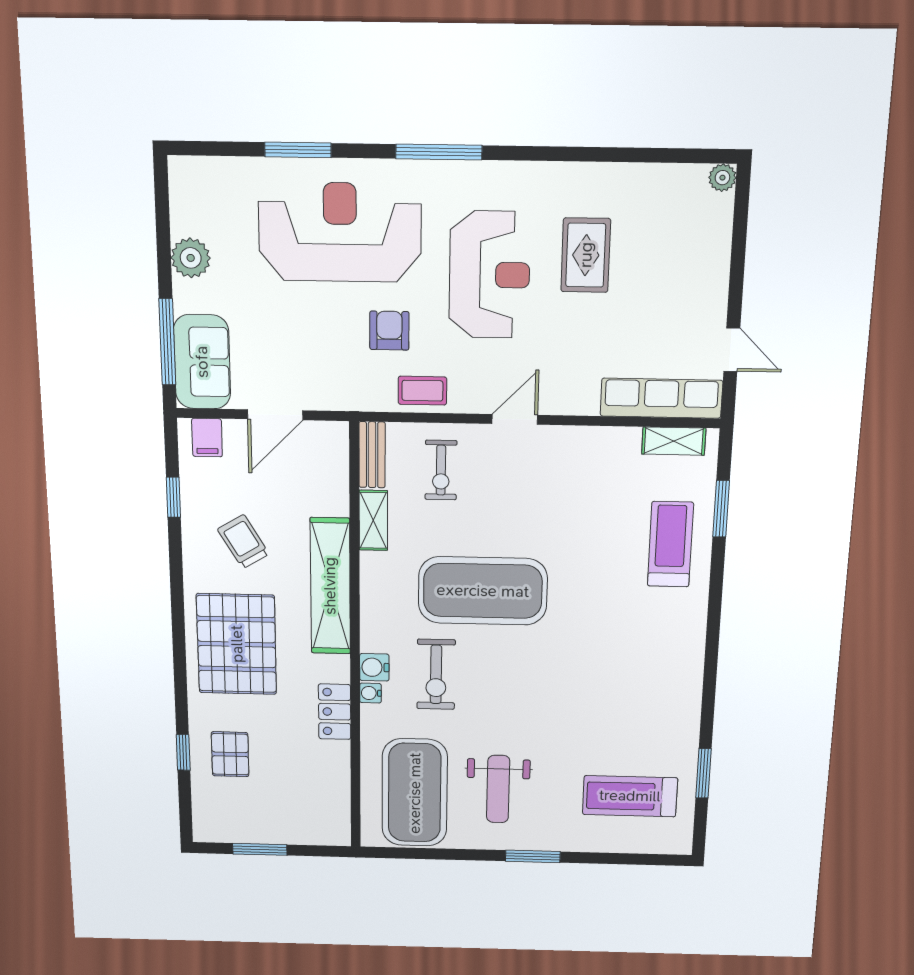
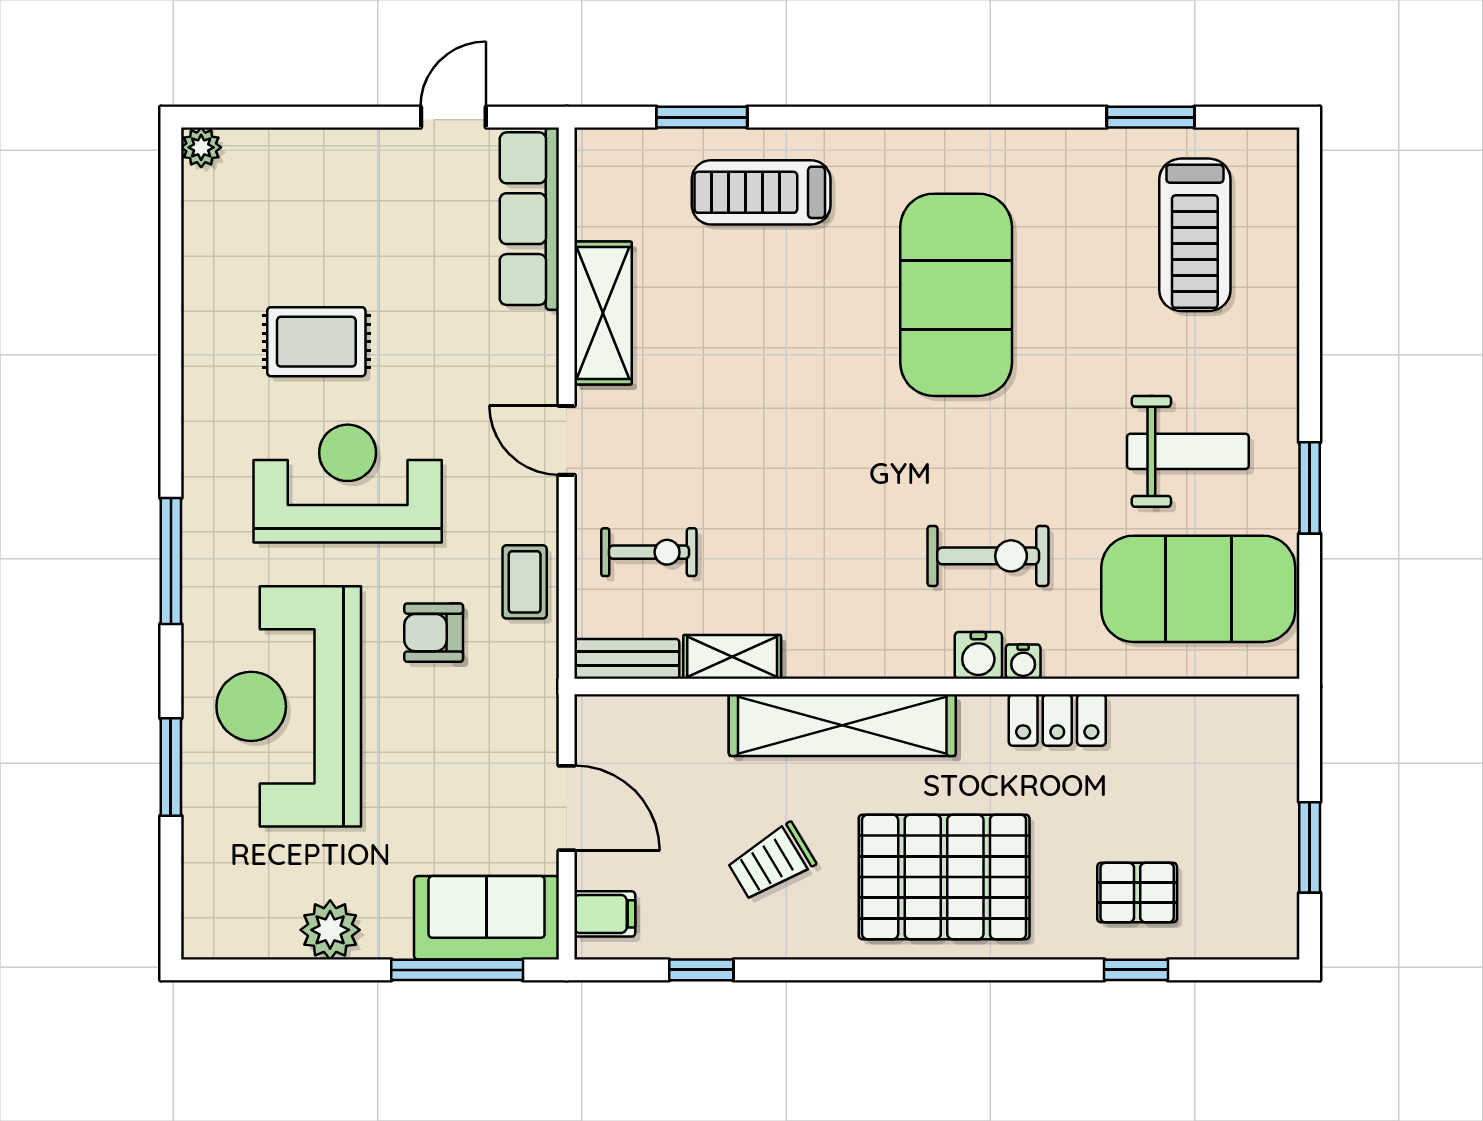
shelving: (674, 441) -> (603, 313), moved, width x1.50, depth x1.33
exercise mat: (483, 591) -> (956, 295), moved
window: (533, 856) -> (1310, 488), moved

